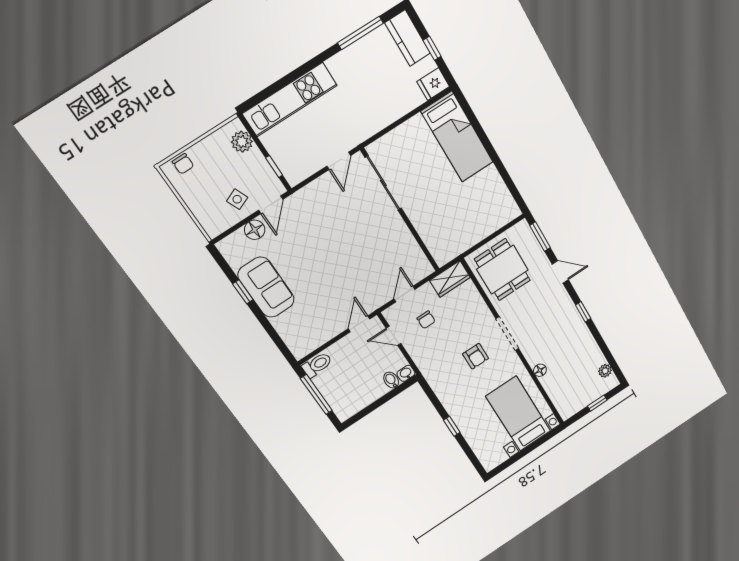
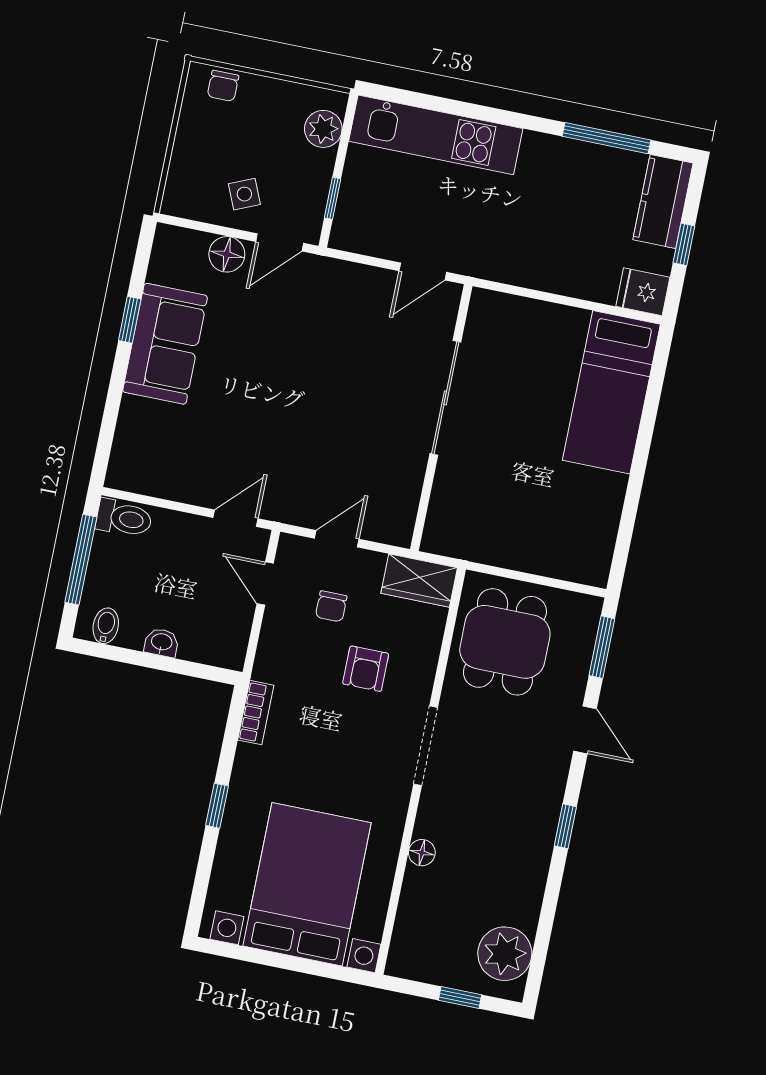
sliding door: (383, 183) -> (445, 398), moved
armchair: (476, 356) -> (366, 669), moved
plant: (605, 371) -> (505, 954), width x1.88, depth x1.88
washbasin: (406, 373) -> (162, 643), moved
bidet: (391, 380) -> (106, 626), moved
bookcase: (435, 383) -> (256, 713), added
bed with nightstands: (518, 414) -> (307, 884), width x1.36

